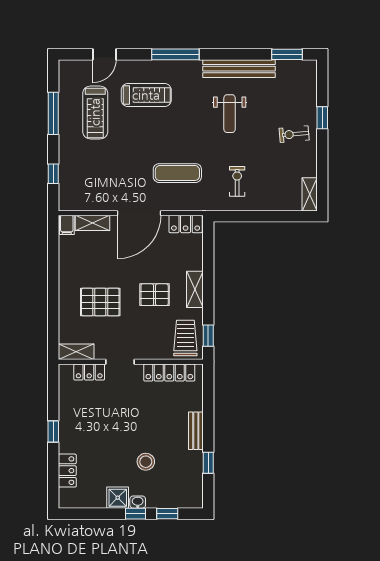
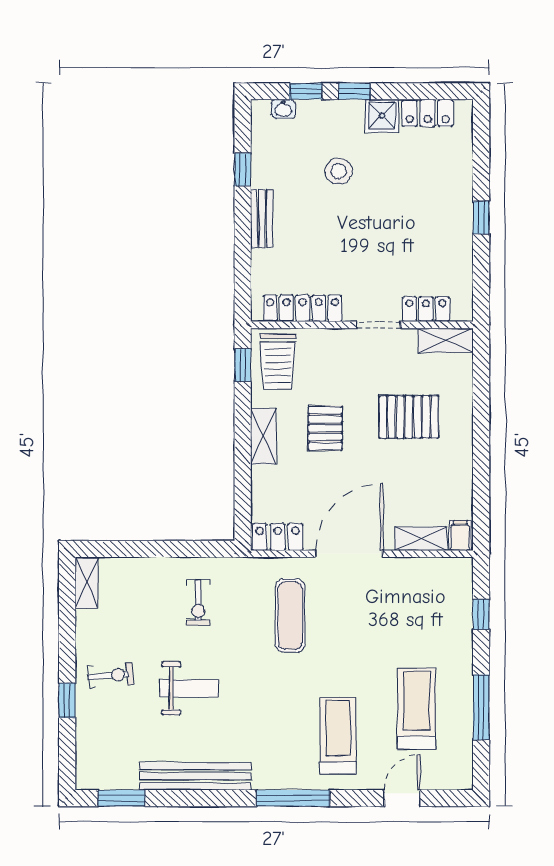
treadmill: (146, 95) -> (338, 736), turned 90
weight bench: (230, 114) -> (189, 688), moved, turned 90
exercise mat: (177, 173) -> (290, 615), turned 90
pallet: (155, 295) -> (325, 428), turned 90
locker: (67, 471) -> (428, 113), moved, turned -90
washbasin: (138, 502) -> (283, 109), moved

